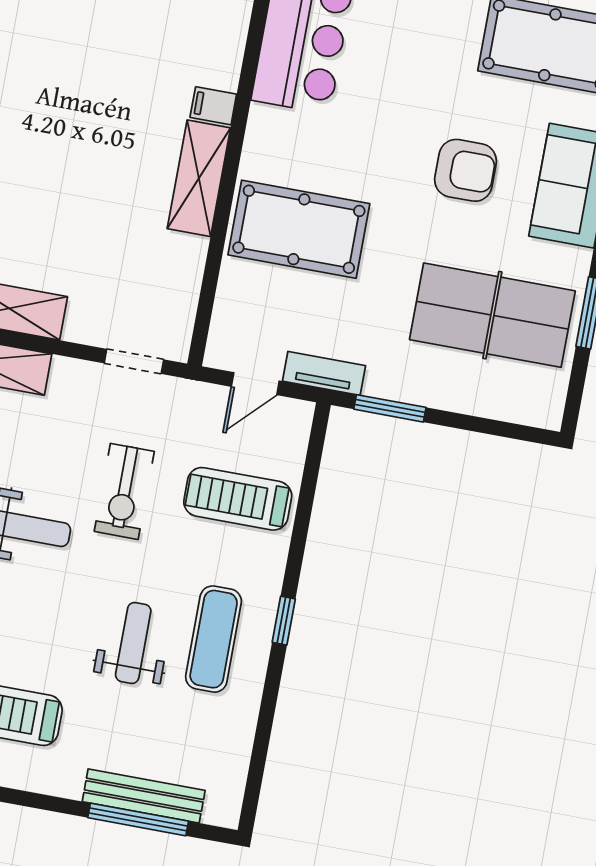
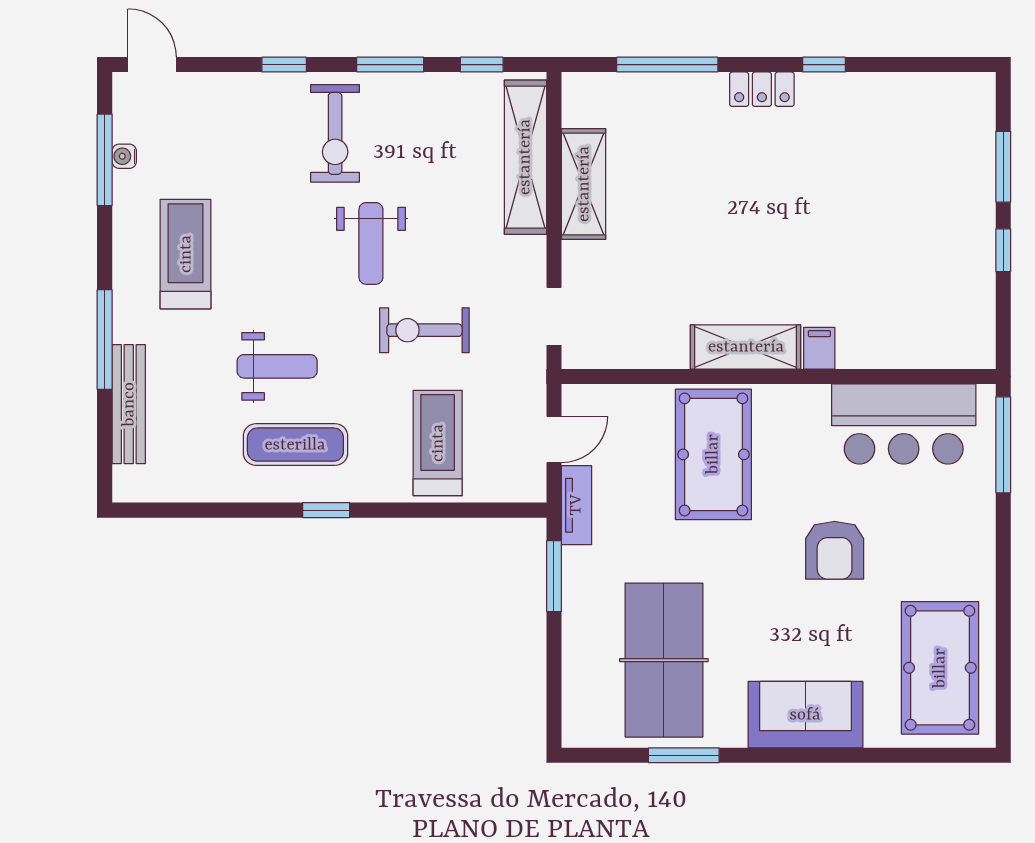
armchair: (466, 170) -> (835, 550), moved
door: (255, 384) -> (554, 439), swing flipped
window: (138, 819) -> (105, 340), moved

